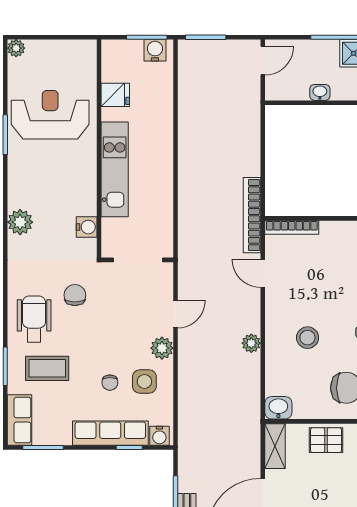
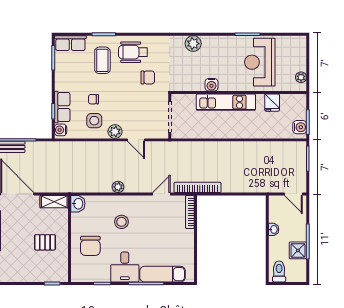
plant: (16, 48) -> (301, 77), moved
reception desk: (50, 115) -> (260, 62), turned 180
water cooler: (87, 227) -> (211, 85), moved
wheelchair: (34, 319) -> (133, 52), turned 180
row of seats: (110, 433) -> (62, 107), width x0.68
pallet: (326, 440) -> (45, 242), moved, turned 90

